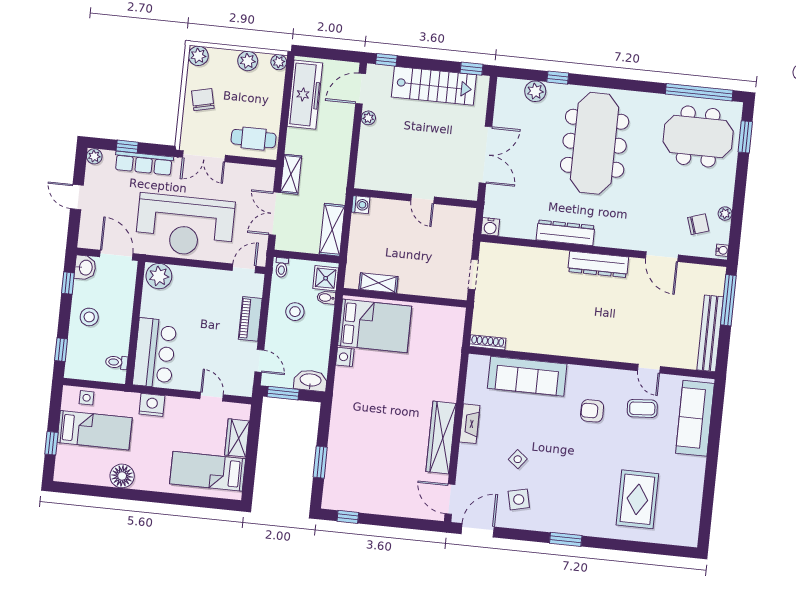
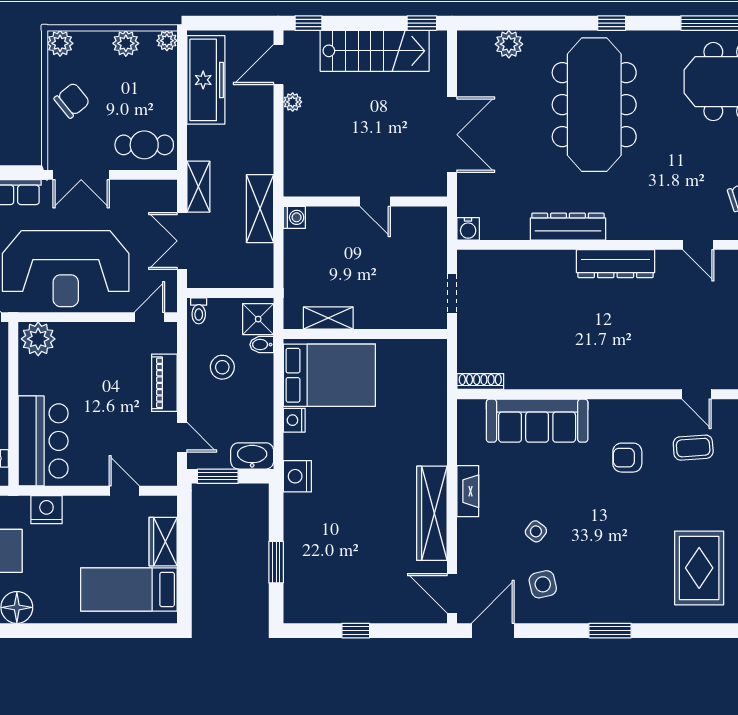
window: (558, 78) -> (612, 23), moved
chair: (203, 100) -> (72, 100), turned 64
shelving: (332, 230) -> (260, 209), moved
door: (662, 257) -> (698, 245), width x0.73
nightstand: (343, 399) -> (297, 476), added
window: (348, 517) -> (356, 631), moved

